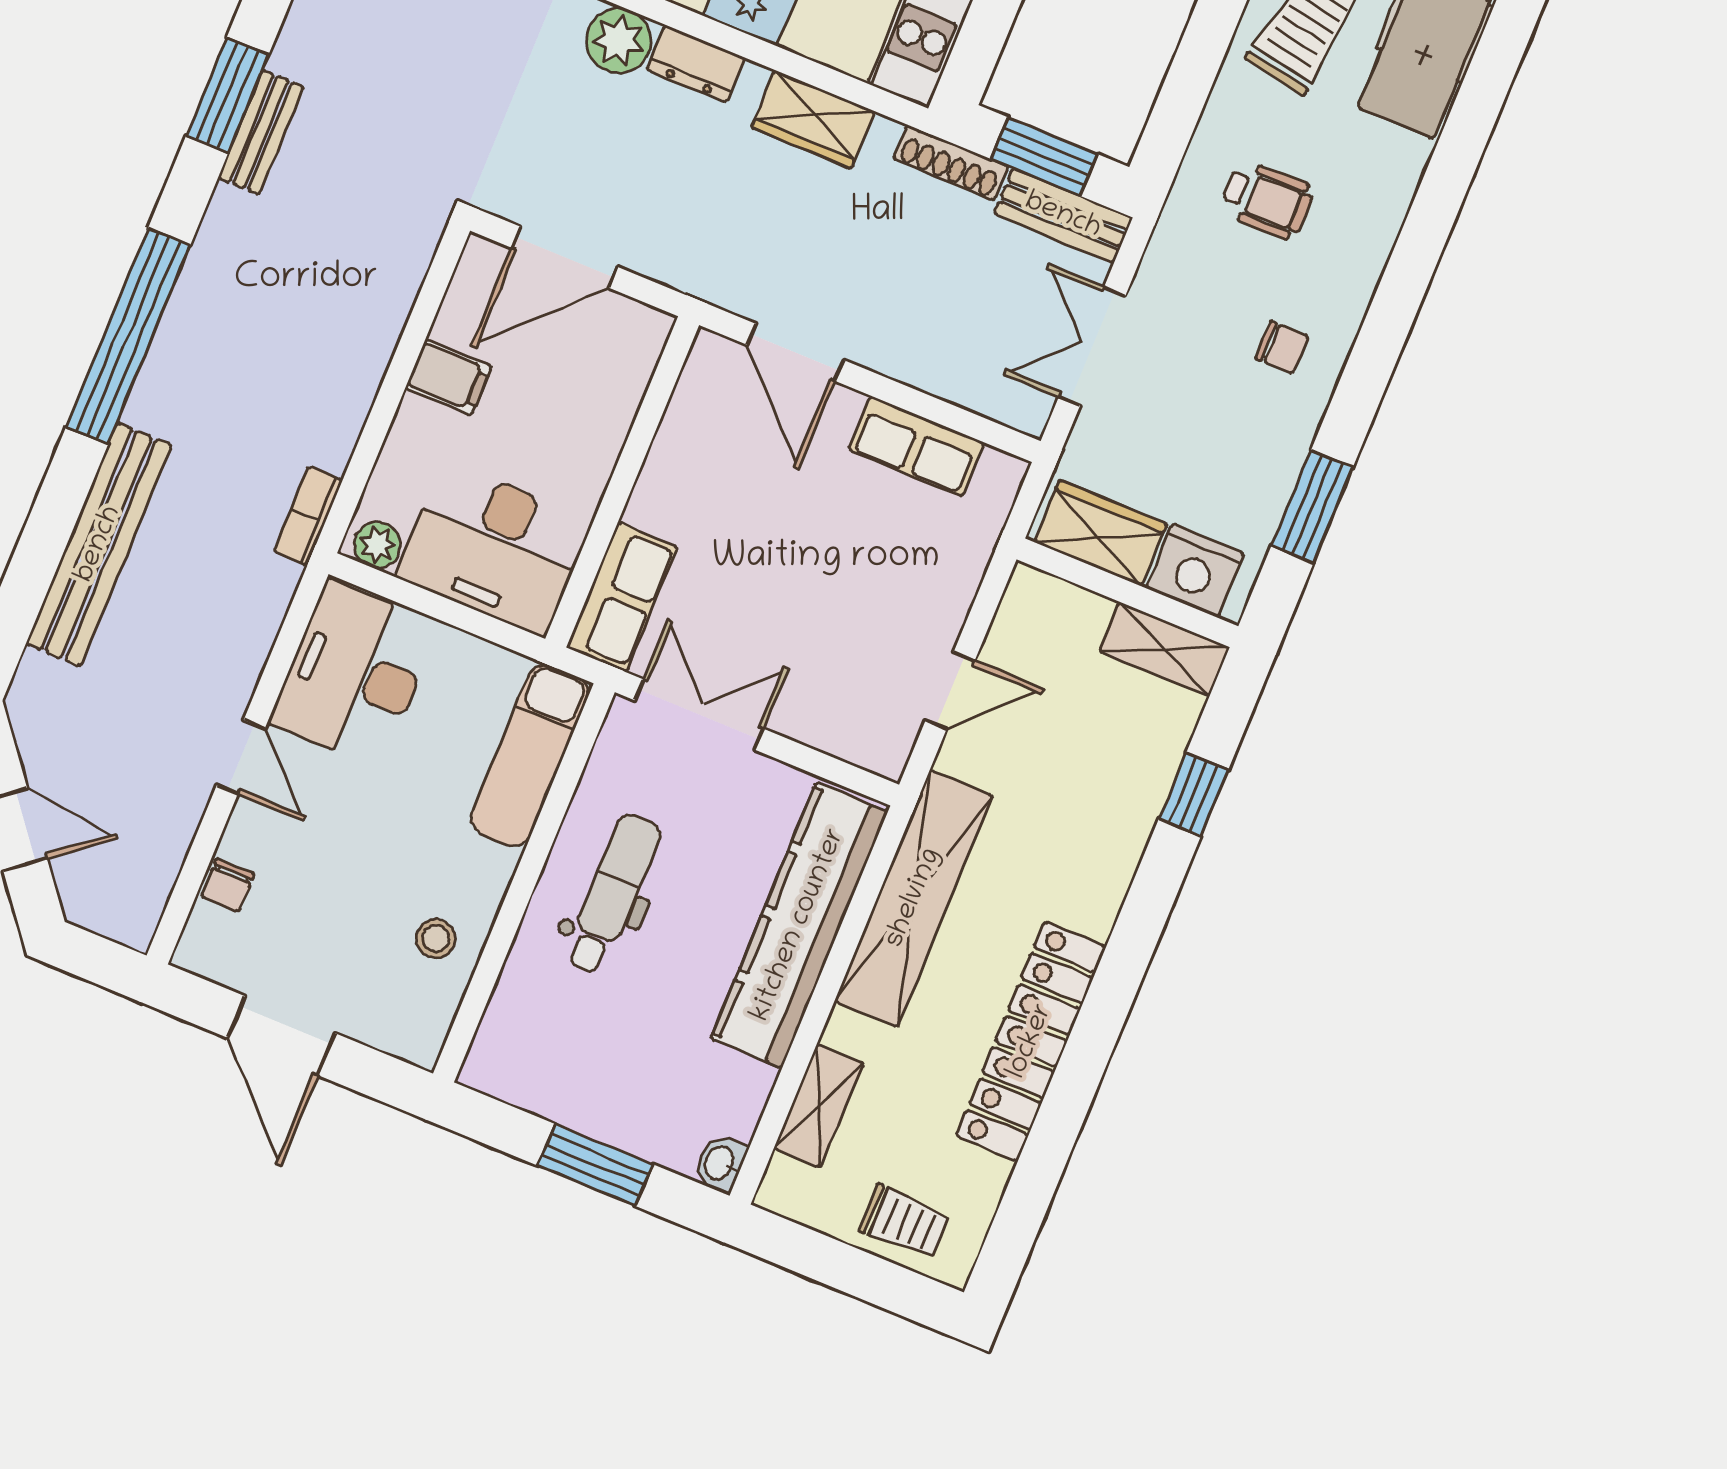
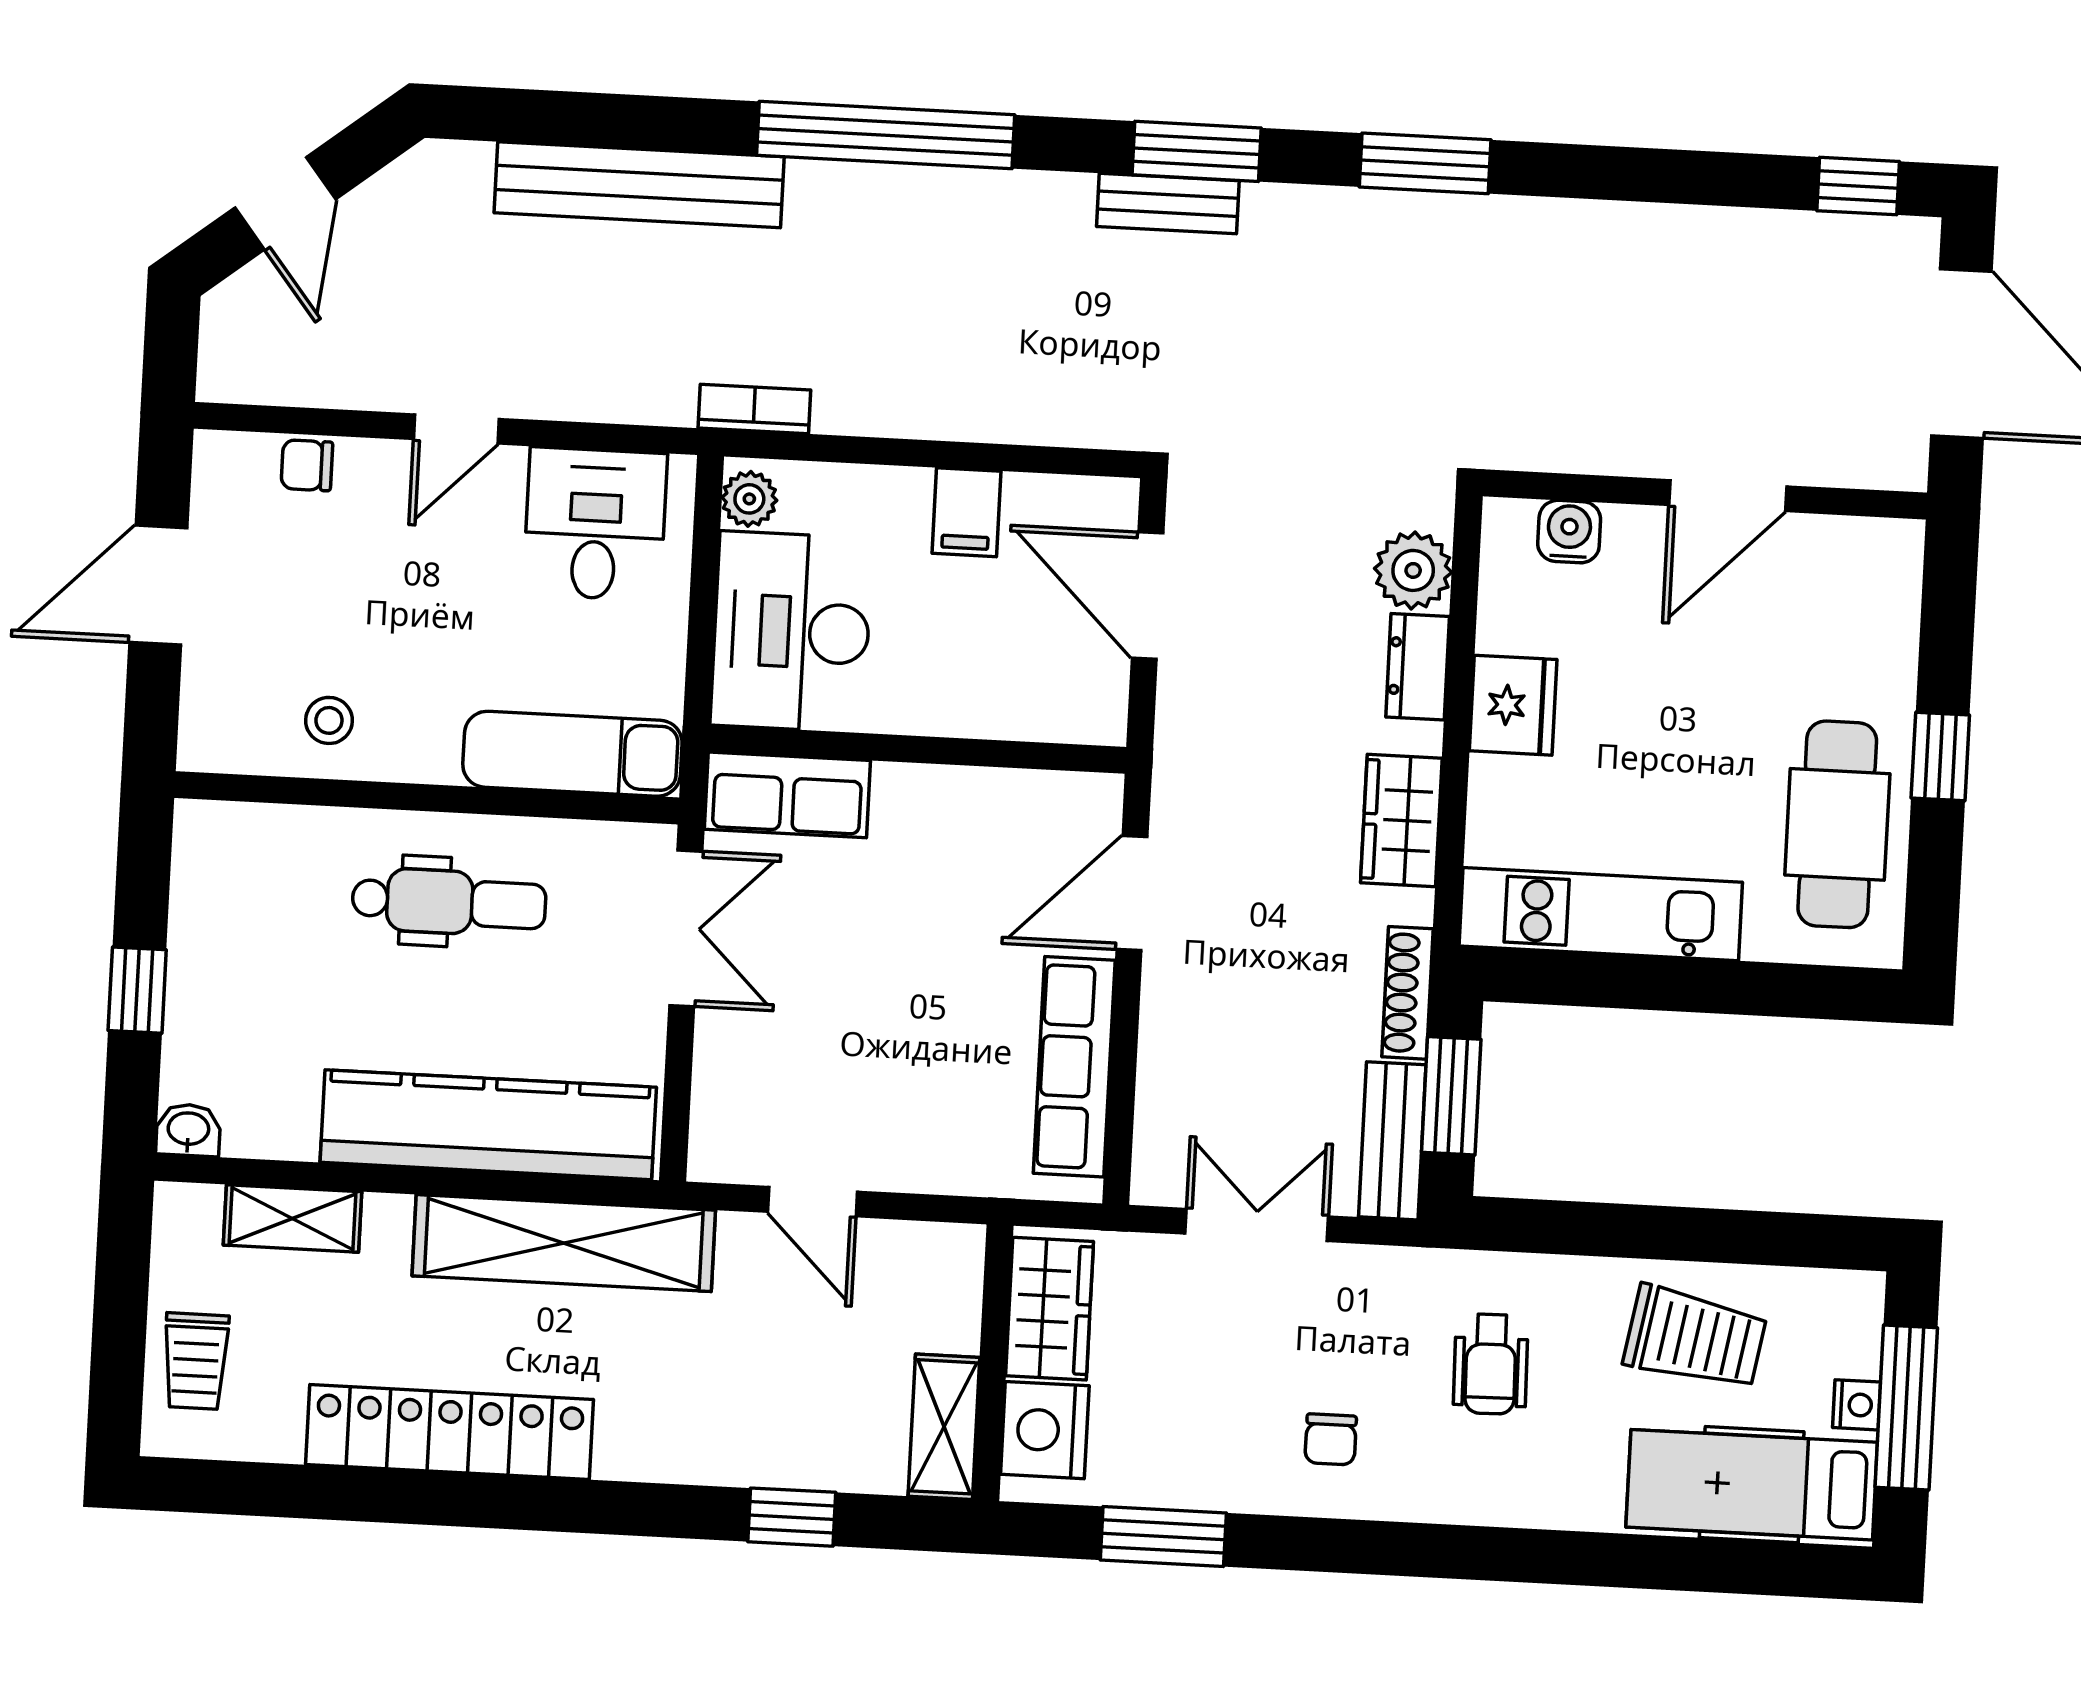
row of seats: (916, 446) -> (1074, 1067), width x1.48
desk: (354, 674) -> (595, 524), width x0.73
window: (595, 1165) -> (137, 990), width x0.67

